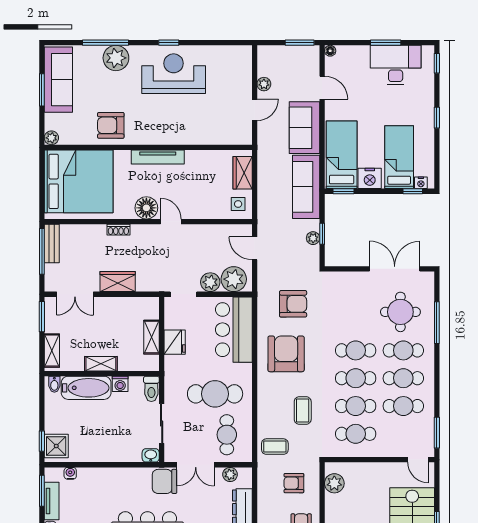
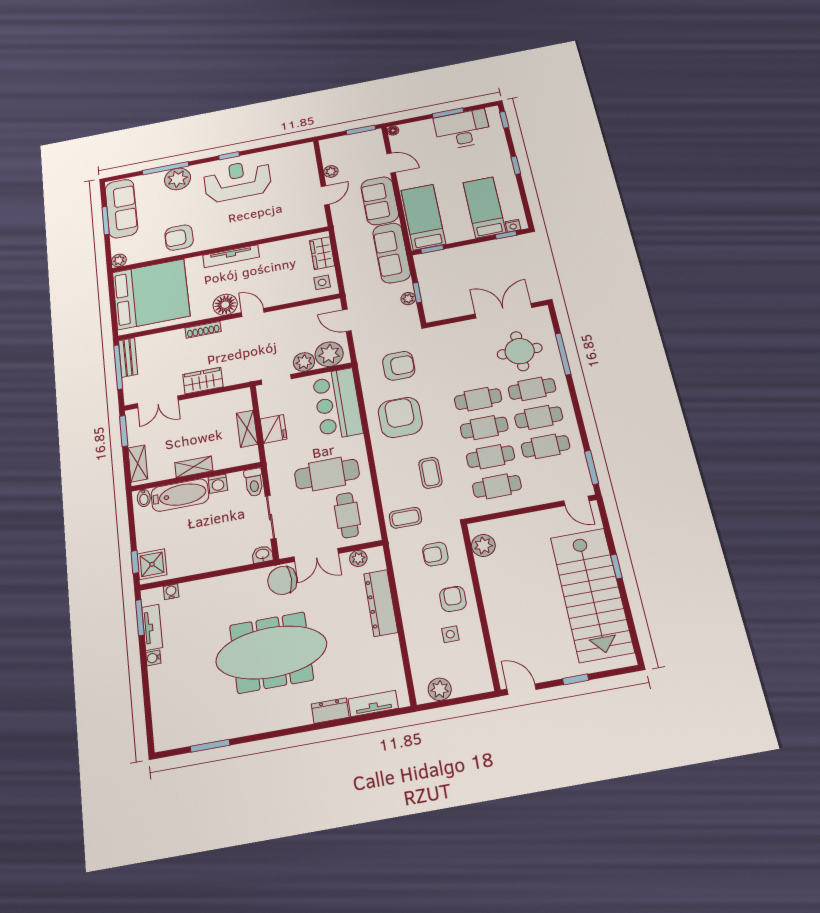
nightstand: (370, 178) -> (458, 232), removed
shoe rack: (118, 230) -> (203, 330), width x1.43

